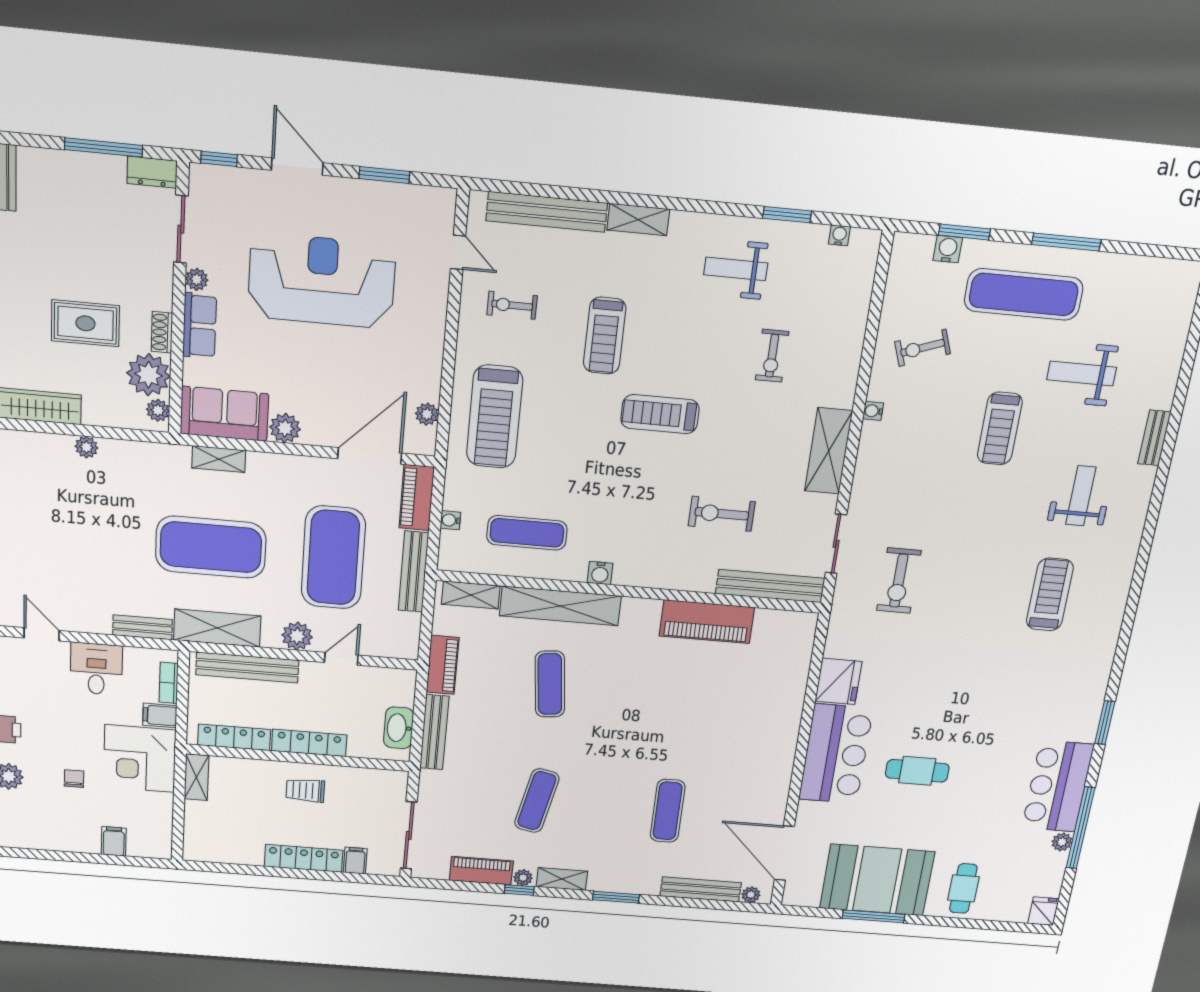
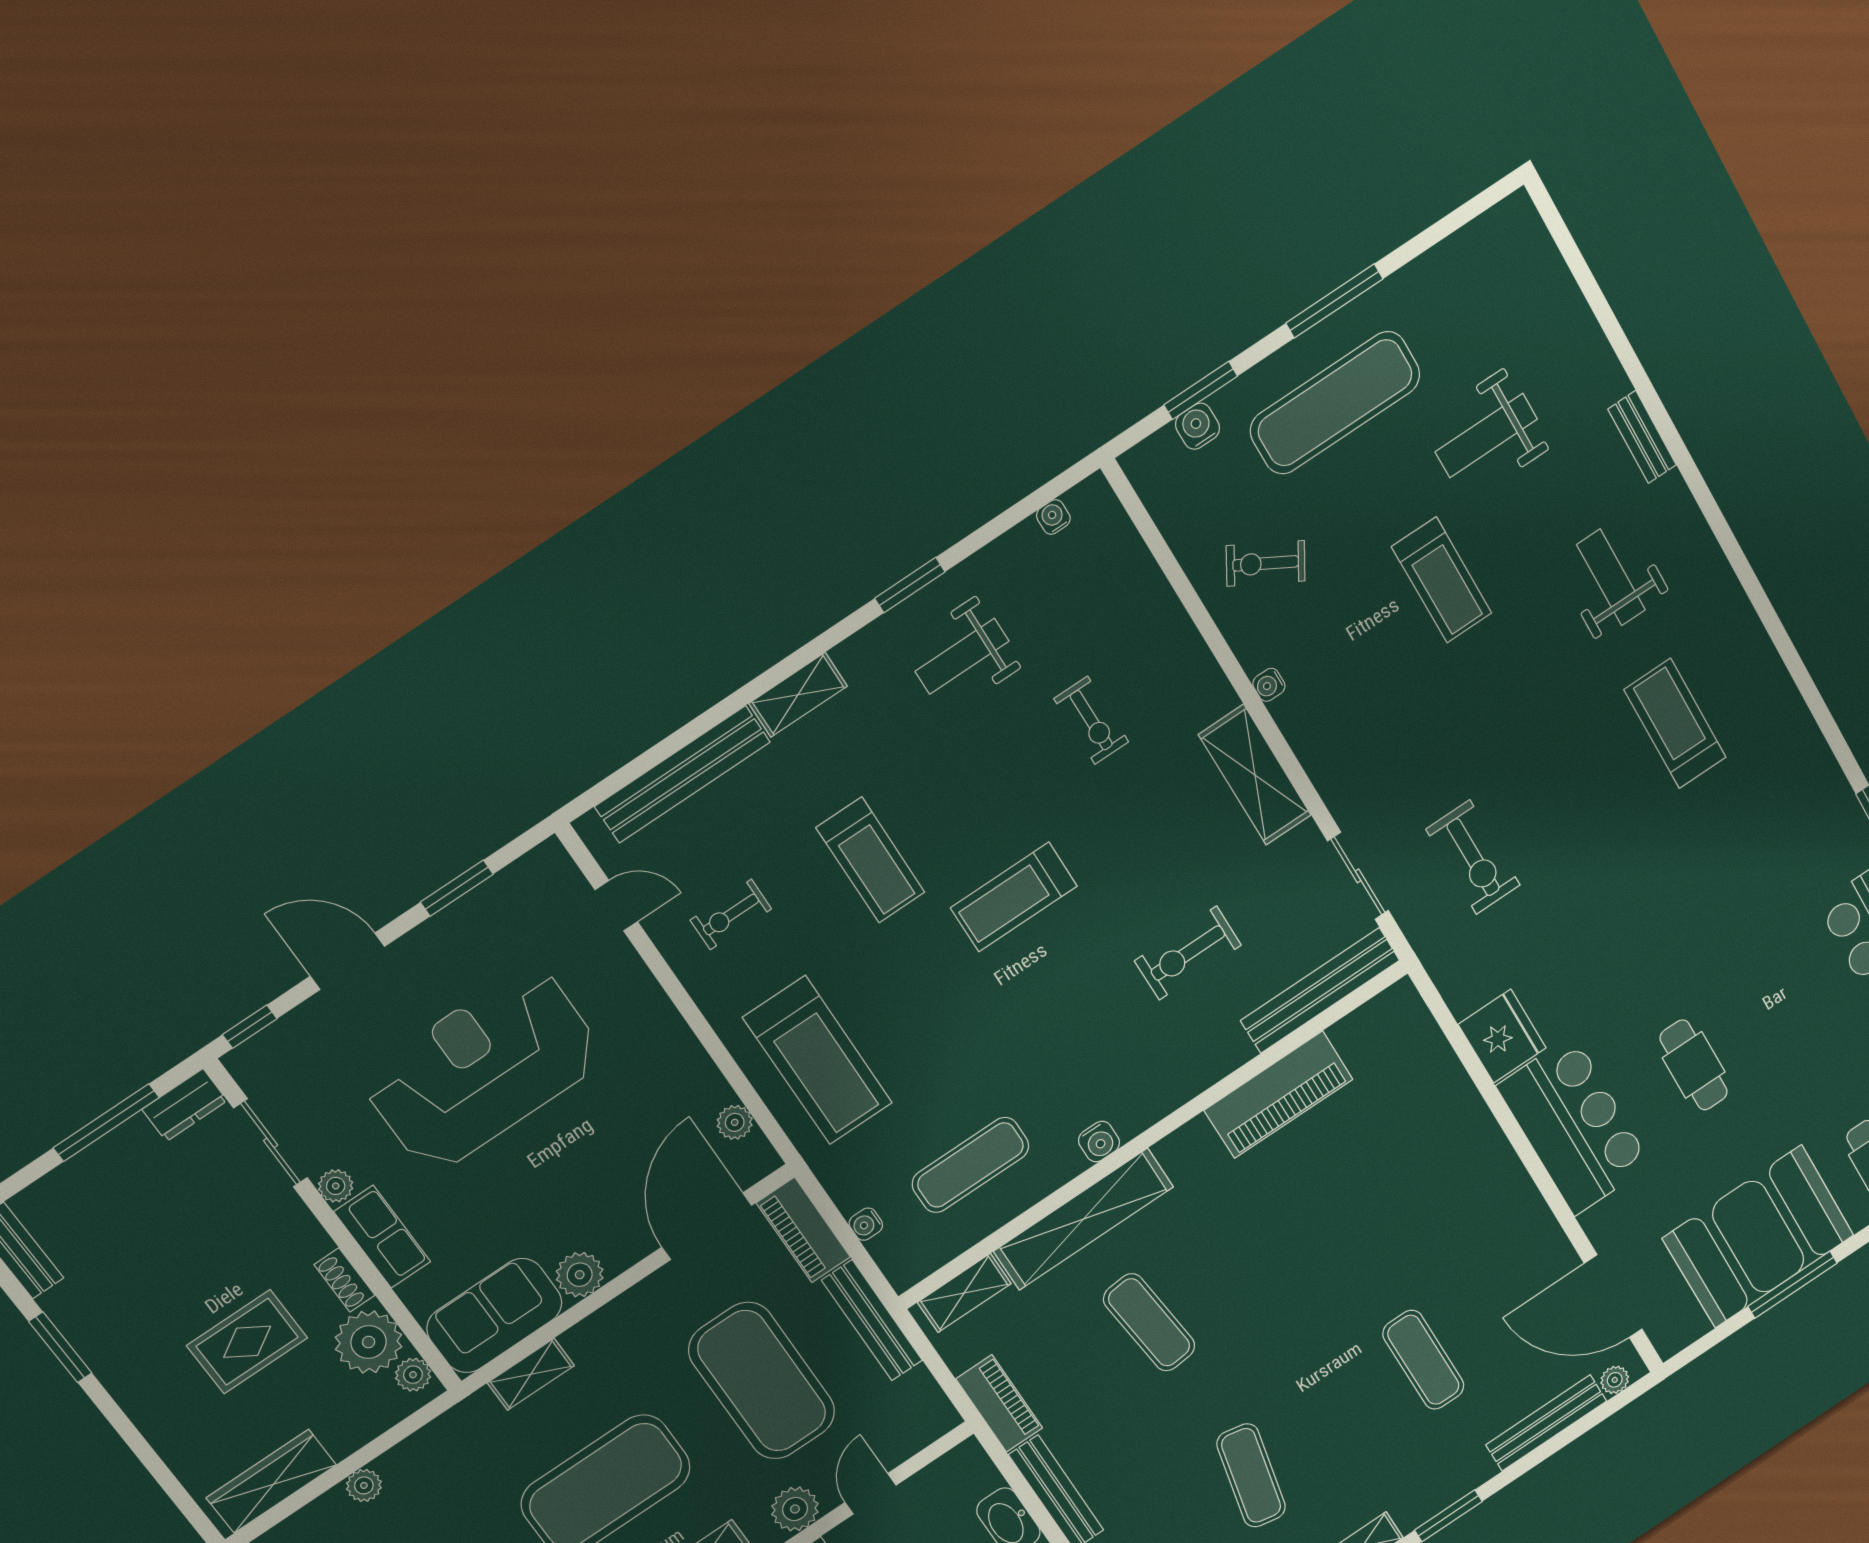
window: (787, 215) -> (910, 585), moved
exercise bike: (923, 348) -> (1266, 563), turned 50
cafe table: (917, 771) -> (1694, 1065), turned 90

